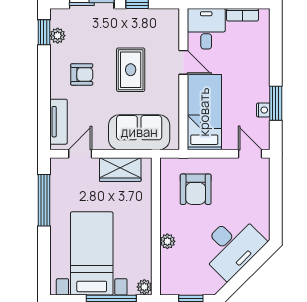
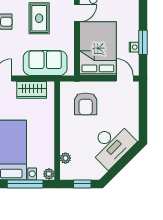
door: (183, 62) -> (77, 13), hinge flipped
bed: (204, 112) -> (98, 49), width x1.50
plant: (167, 241) -> (65, 158), moved

